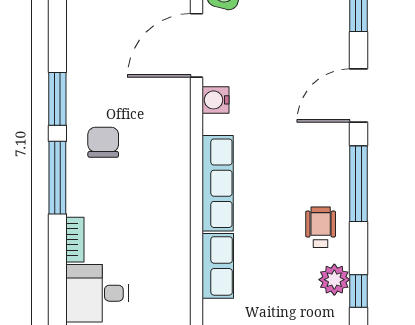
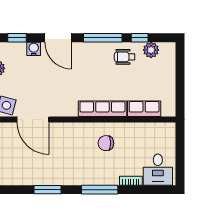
window: (57, 99) -> (47, 190), moved
water cooler: (216, 100) -> (34, 49), moved, turned 180
chair: (103, 142) -> (106, 143), moved
window: (358, 291) -> (140, 38), moved

